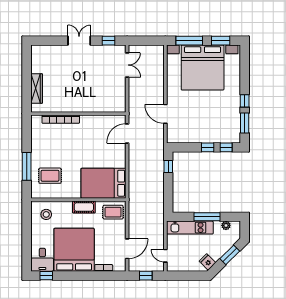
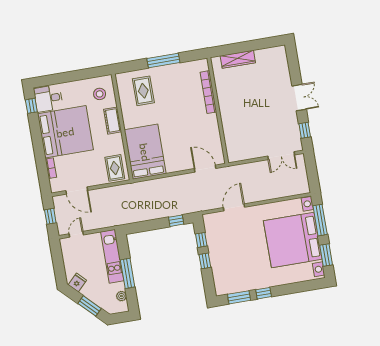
window: (226, 147) -> (201, 240), moved
window: (27, 166) -> (163, 61), moved
cot: (84, 207) -> (113, 121), moved

